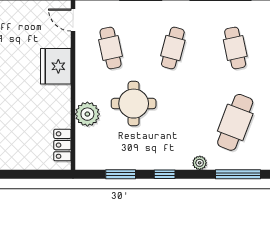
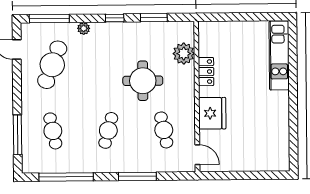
plant: (87, 114) -> (184, 54), moved
locker: (62, 145) -> (206, 72), moved

